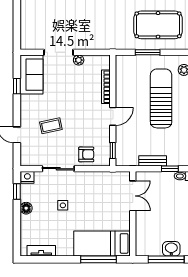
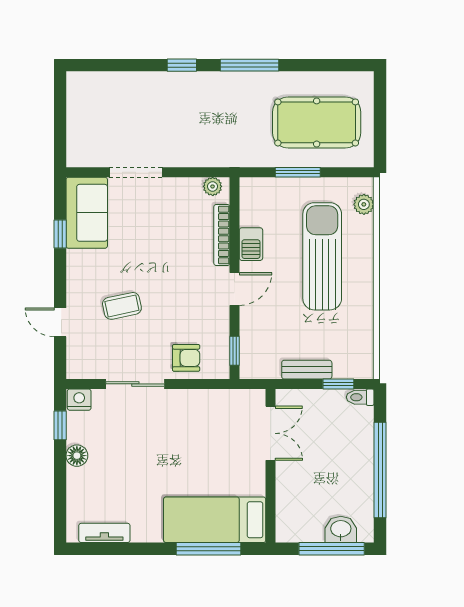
plant: (79, 60) -> (213, 186), moved
barbecue: (122, 92) -> (251, 244), added
side table: (63, 205) -> (144, 450), removed

